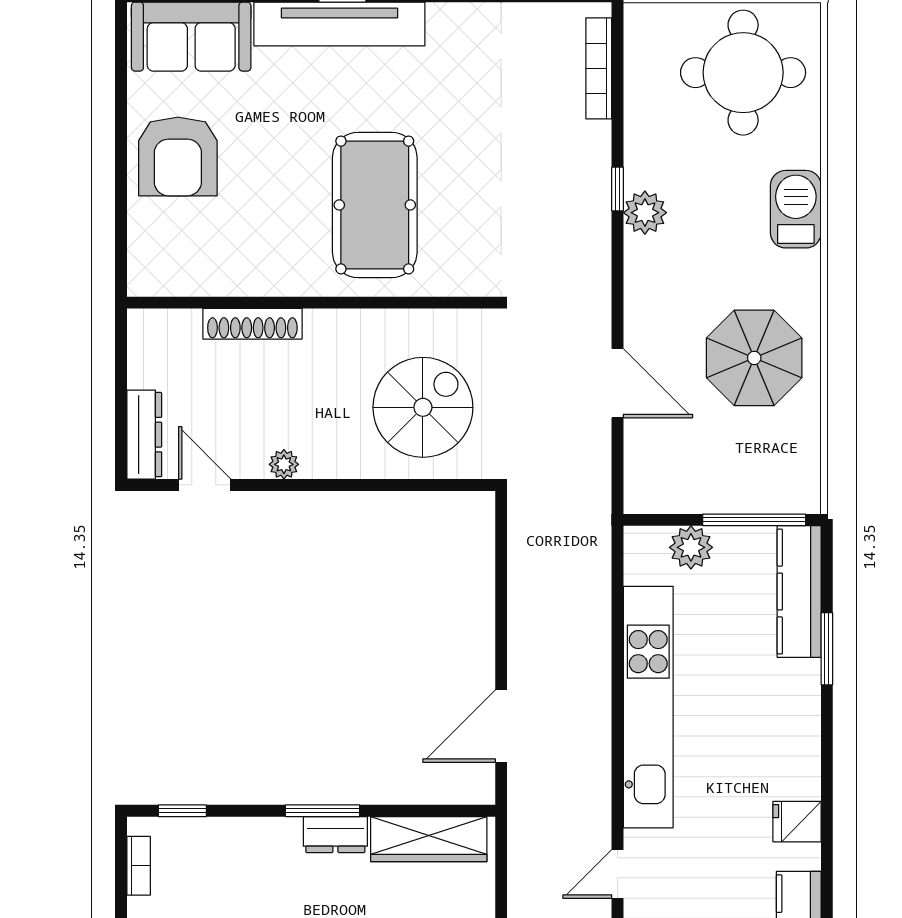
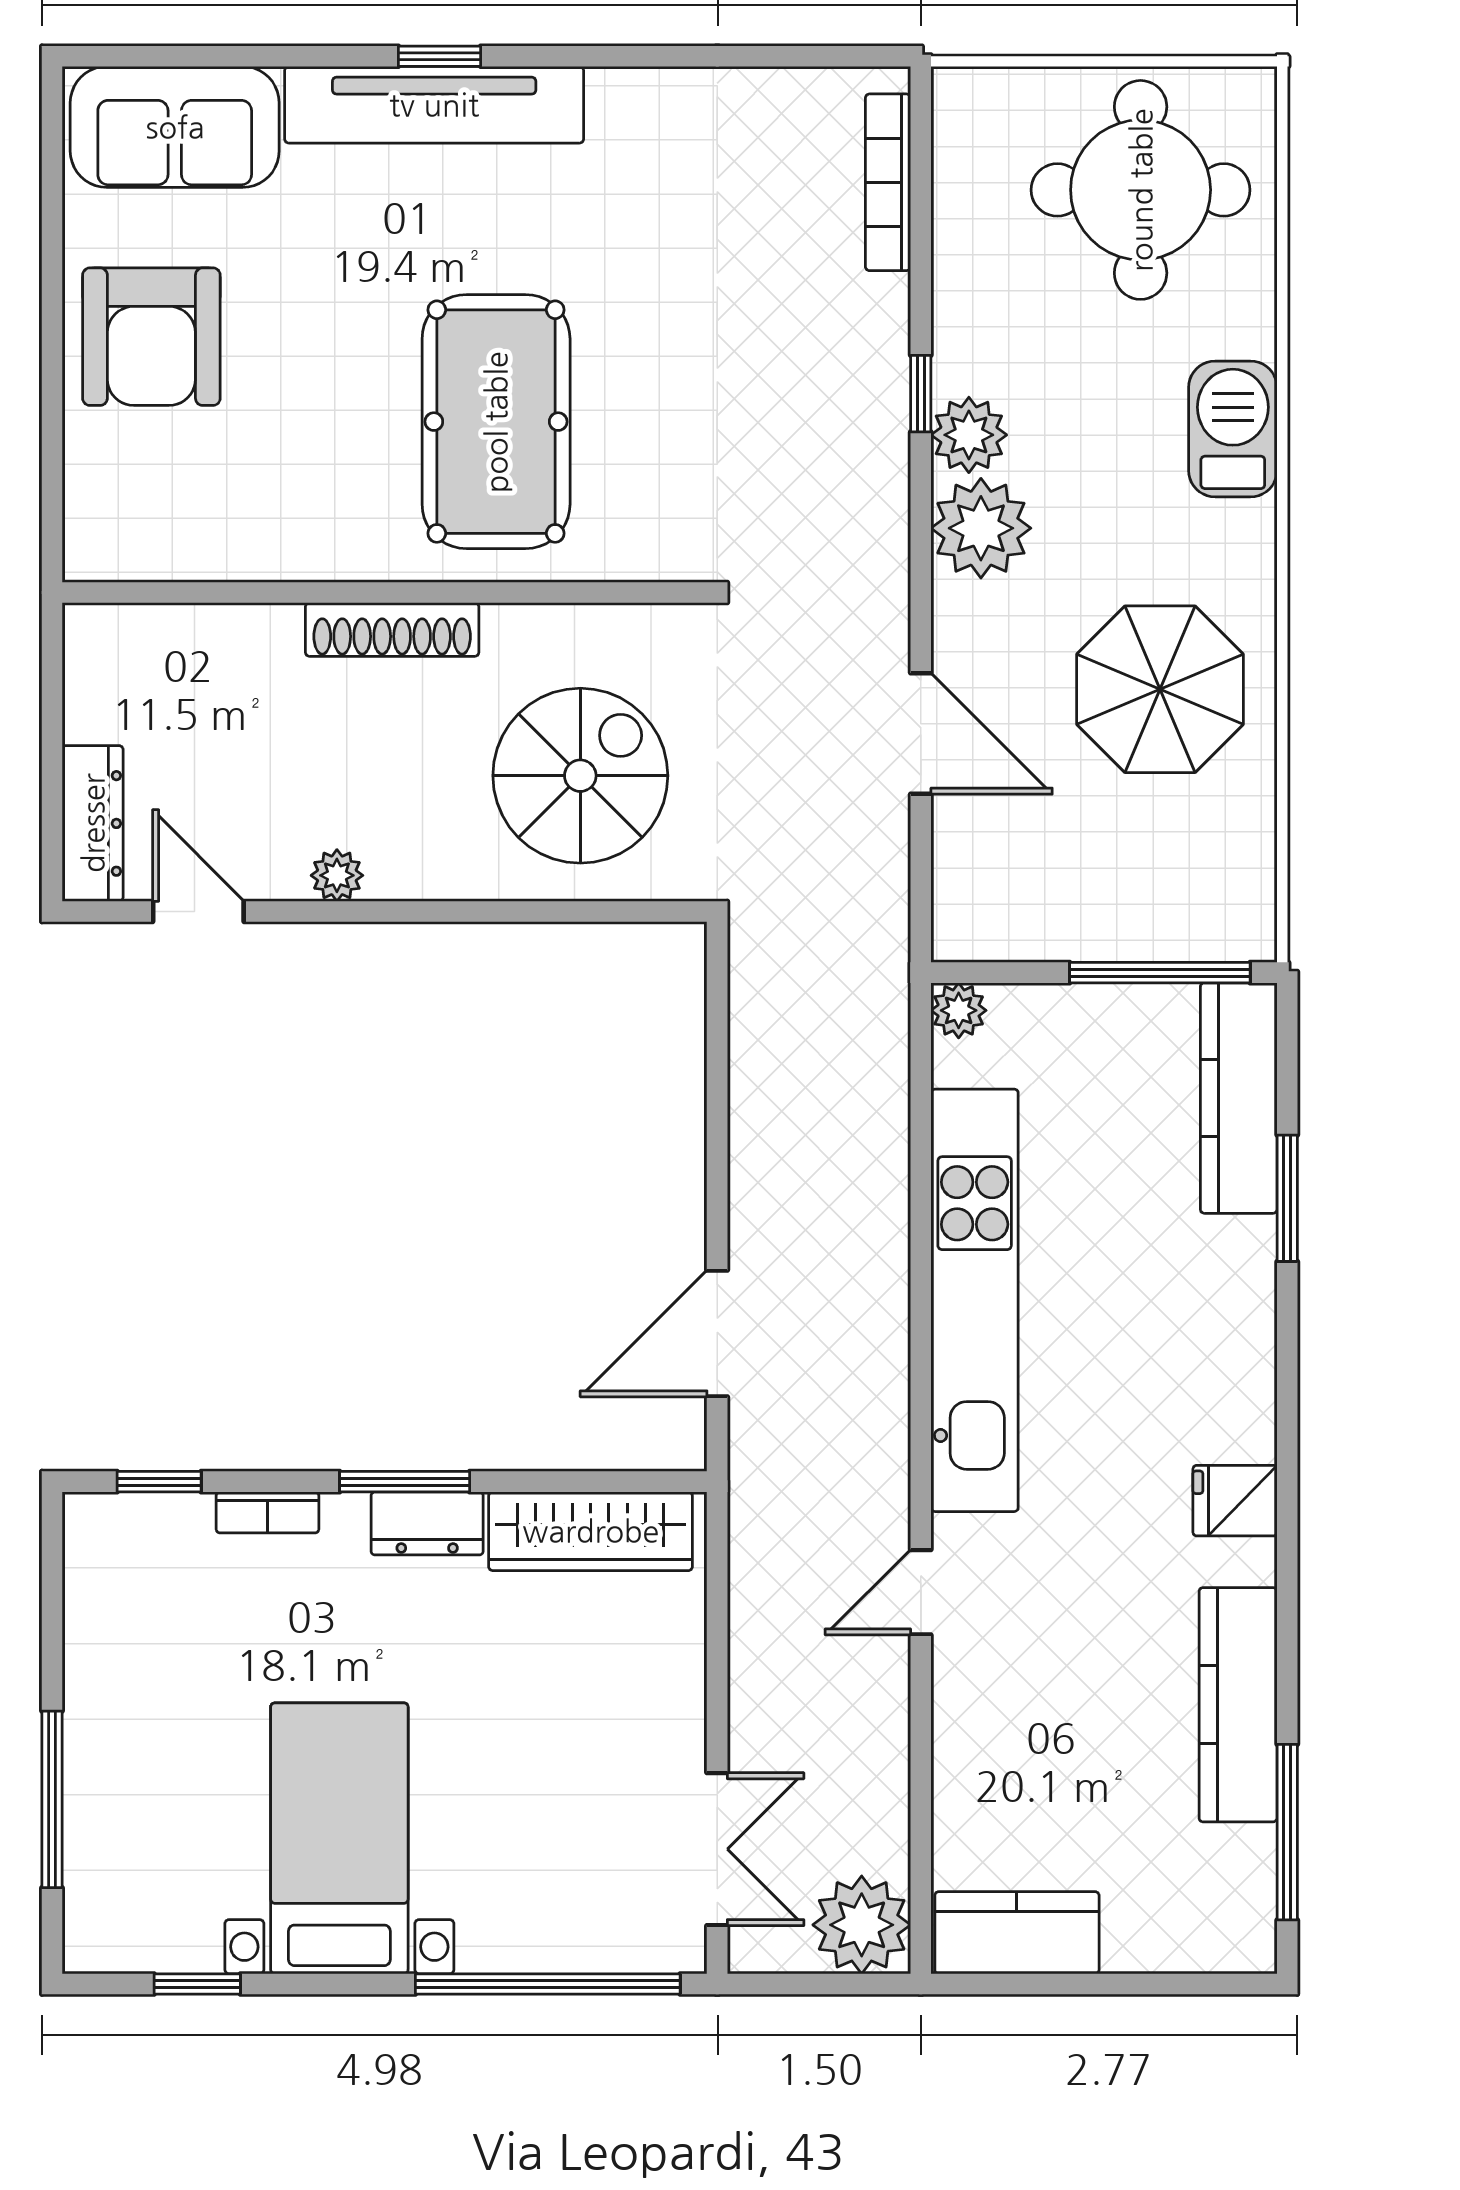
plant: (652, 266) -> (981, 528), added
shoe rack: (252, 324) -> (392, 629), moved
plant: (691, 547) -> (959, 1010), moved, width x0.73, depth x0.73
bookcase: (139, 866) -> (267, 1512), moved, turned 90

